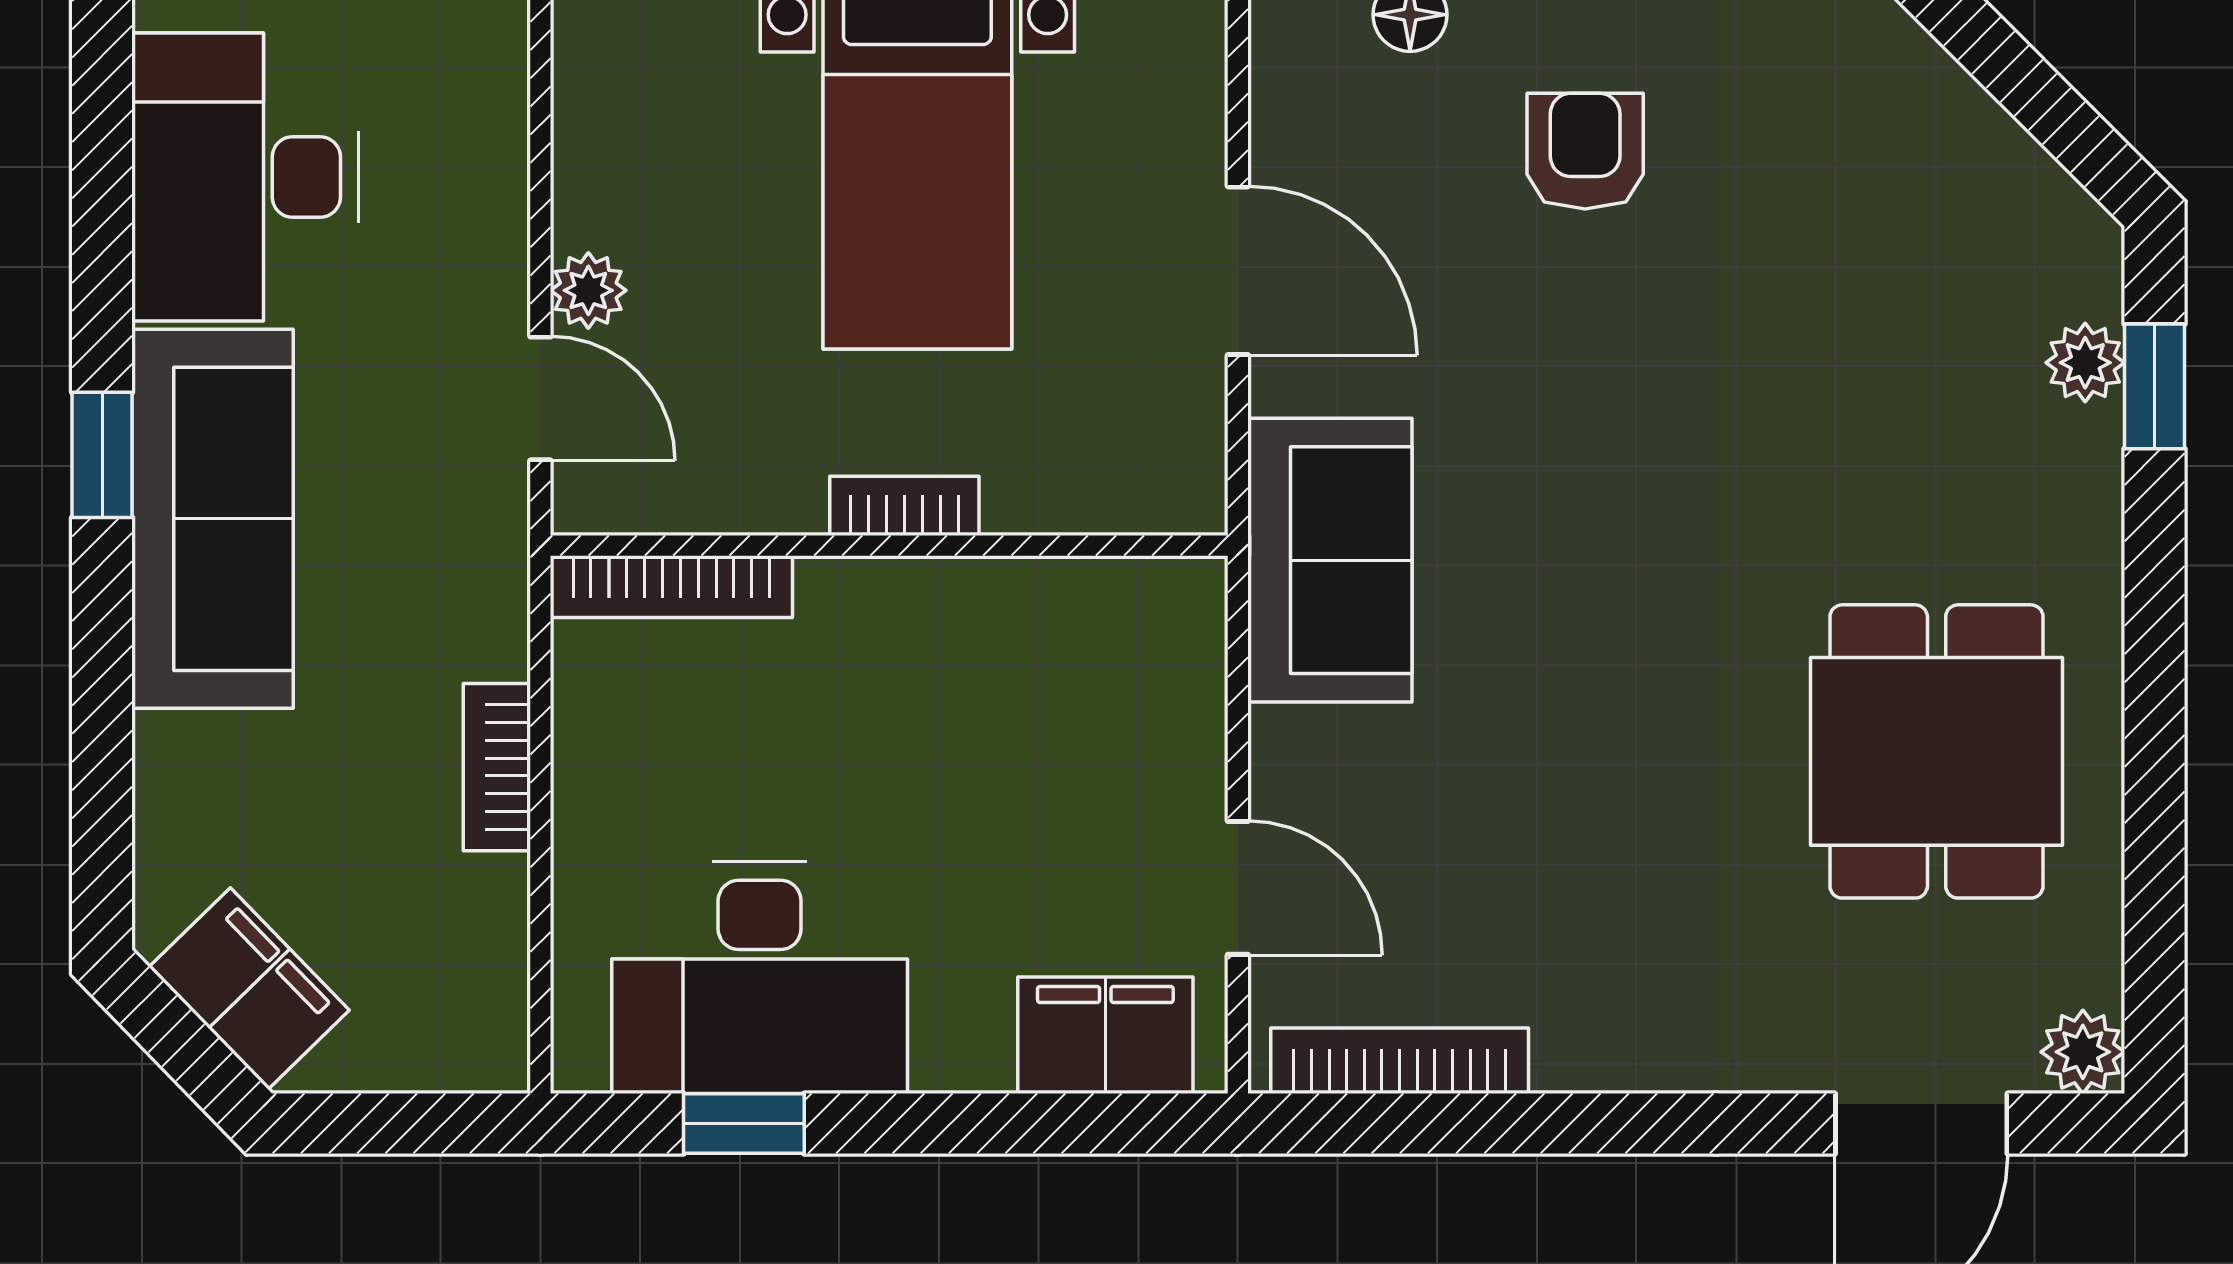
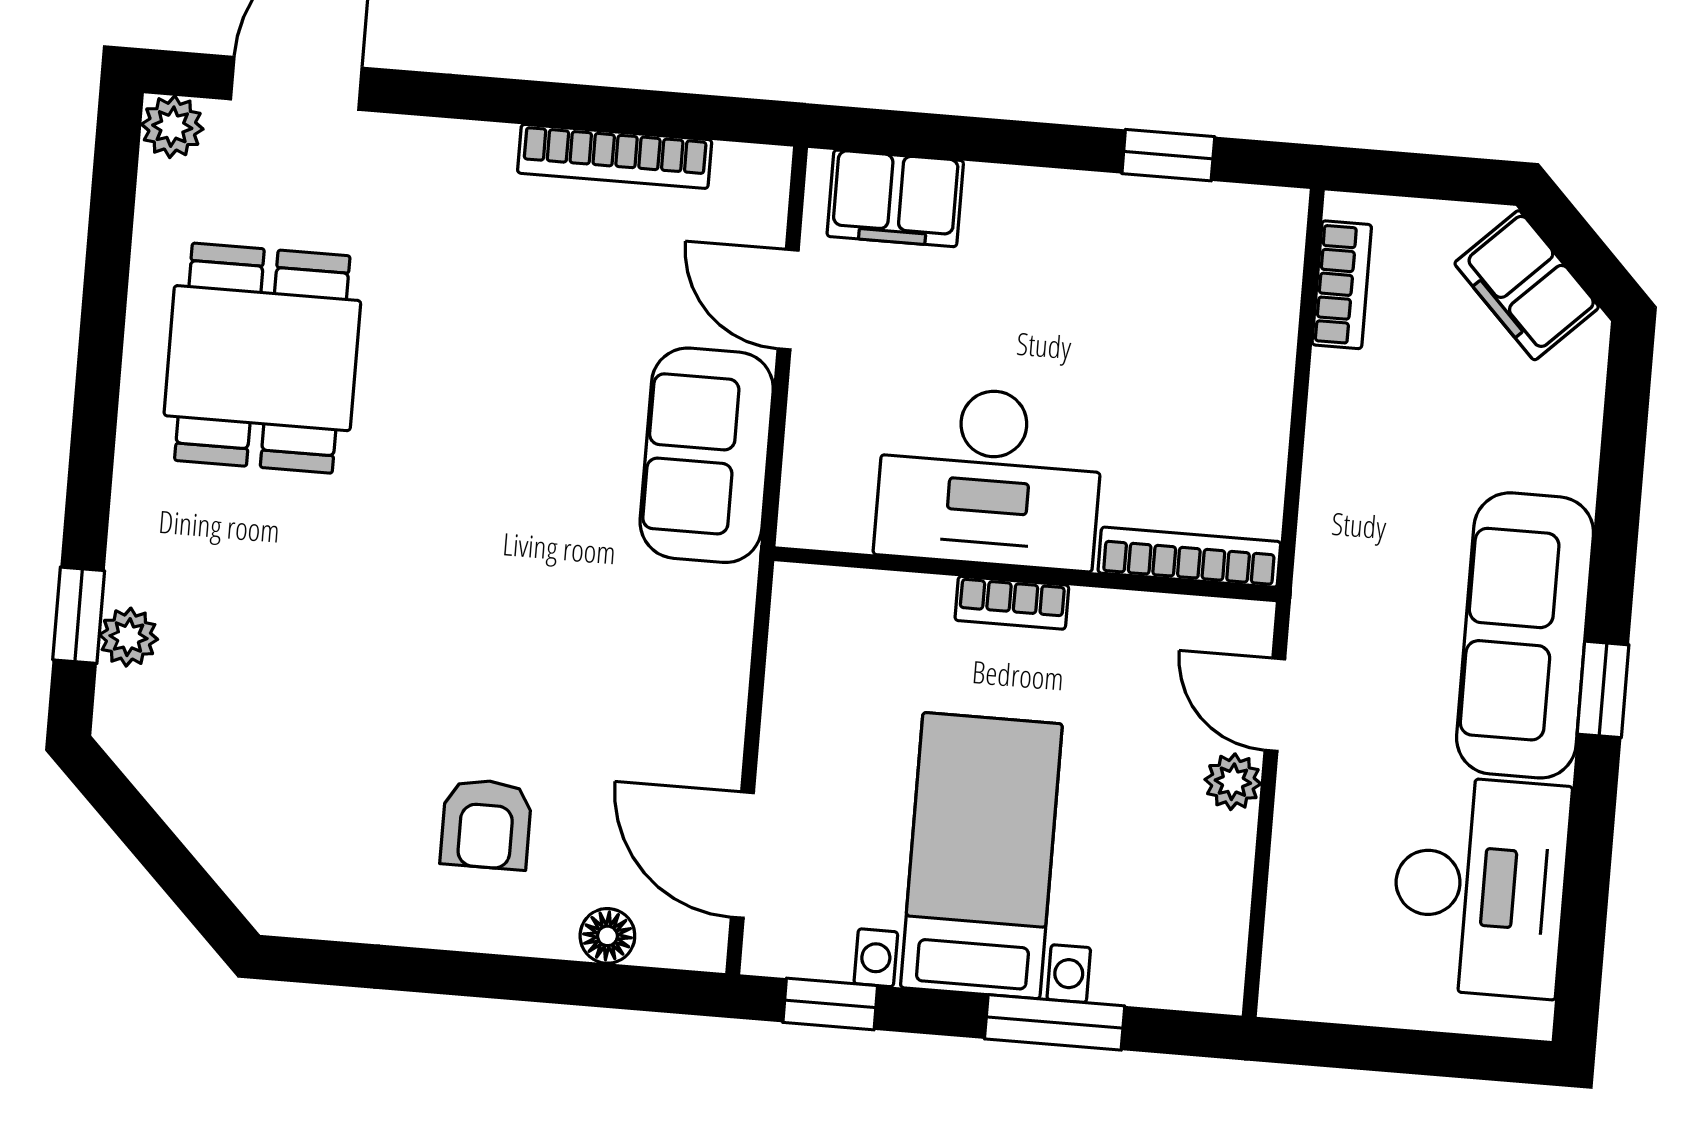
door: (1238, 271) -> (742, 855), moved
sofa: (1330, 560) -> (707, 455), moved
bookcase: (497, 767) -> (1342, 285), moved
desk: (760, 978) -> (989, 477), moved, turned 180
bookcase: (1400, 1061) -> (615, 156), moved

